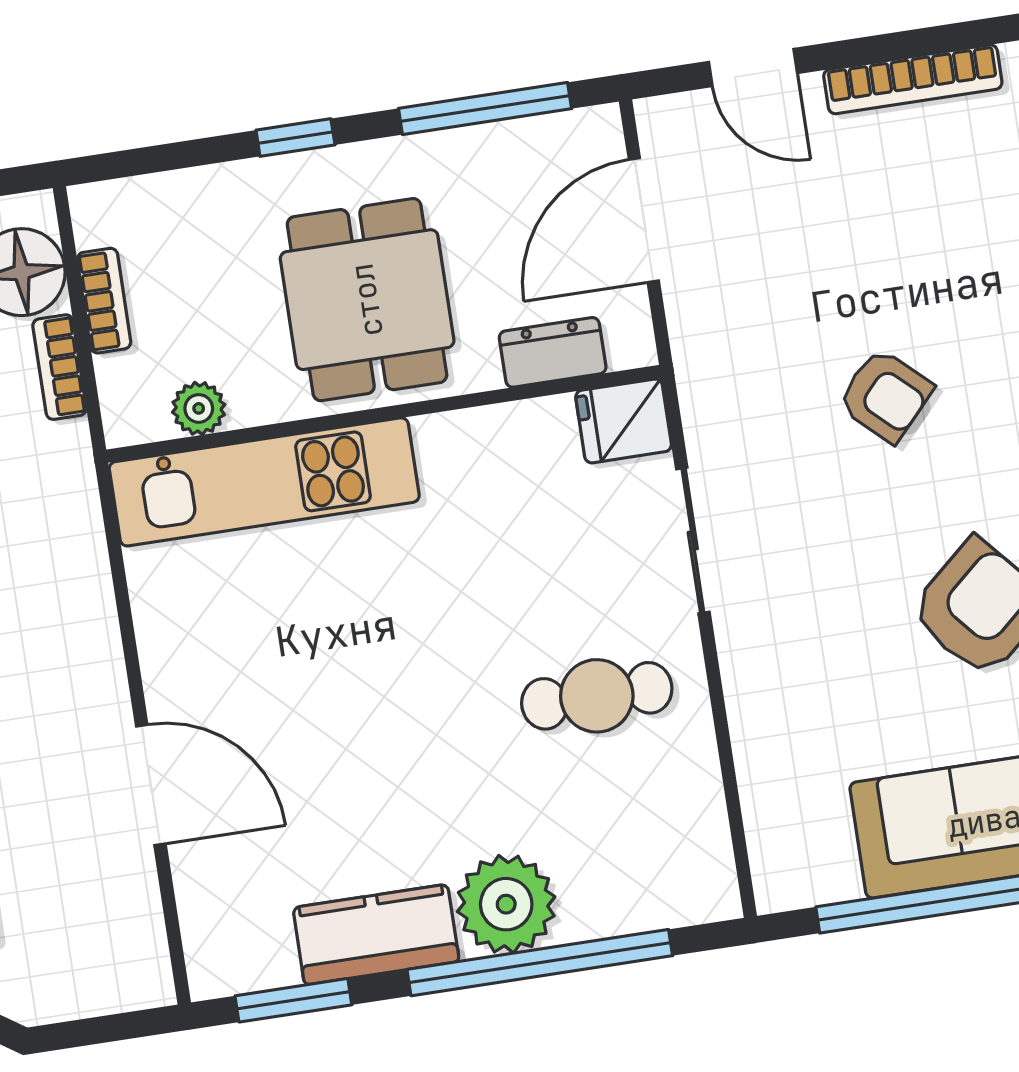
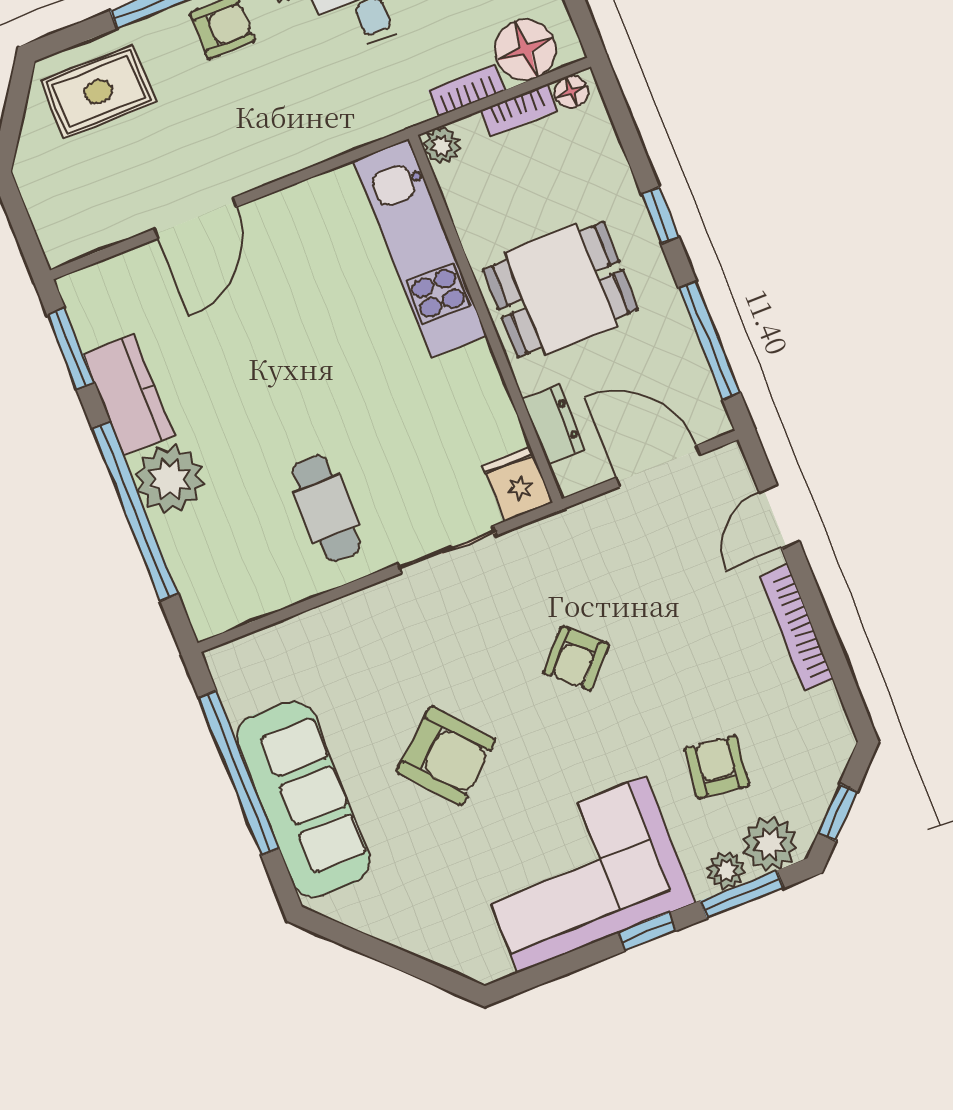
floor lamp: (95, 221) -> (571, 92), added
plant: (199, 408) -> (442, 145), moved

